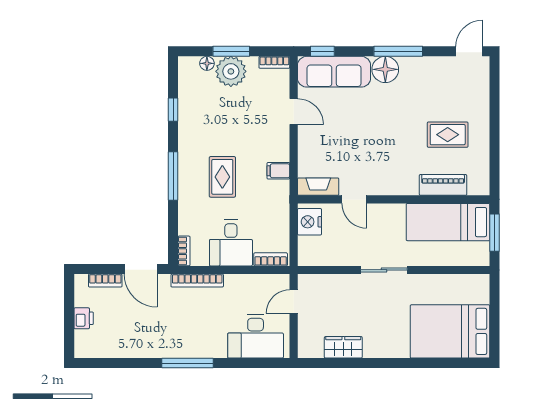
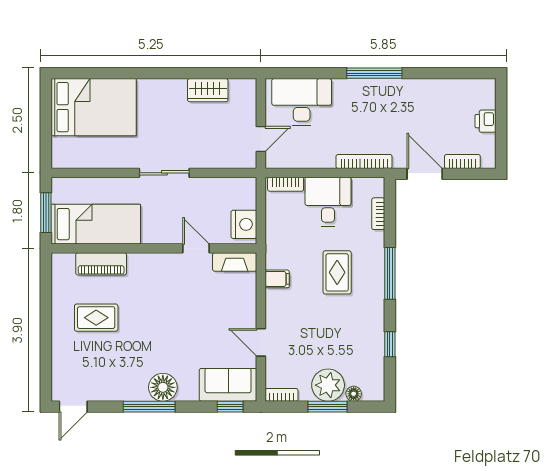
sofa: (334, 72) -> (228, 385), width x0.73
bookcase: (184, 251) -> (378, 214), moved

